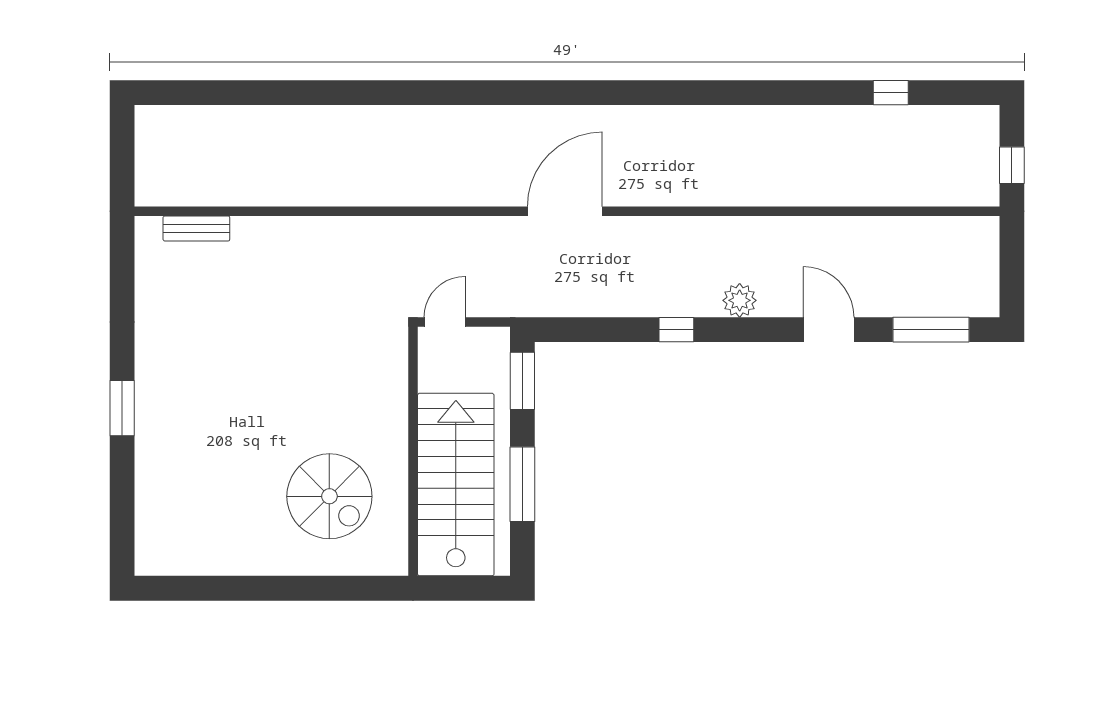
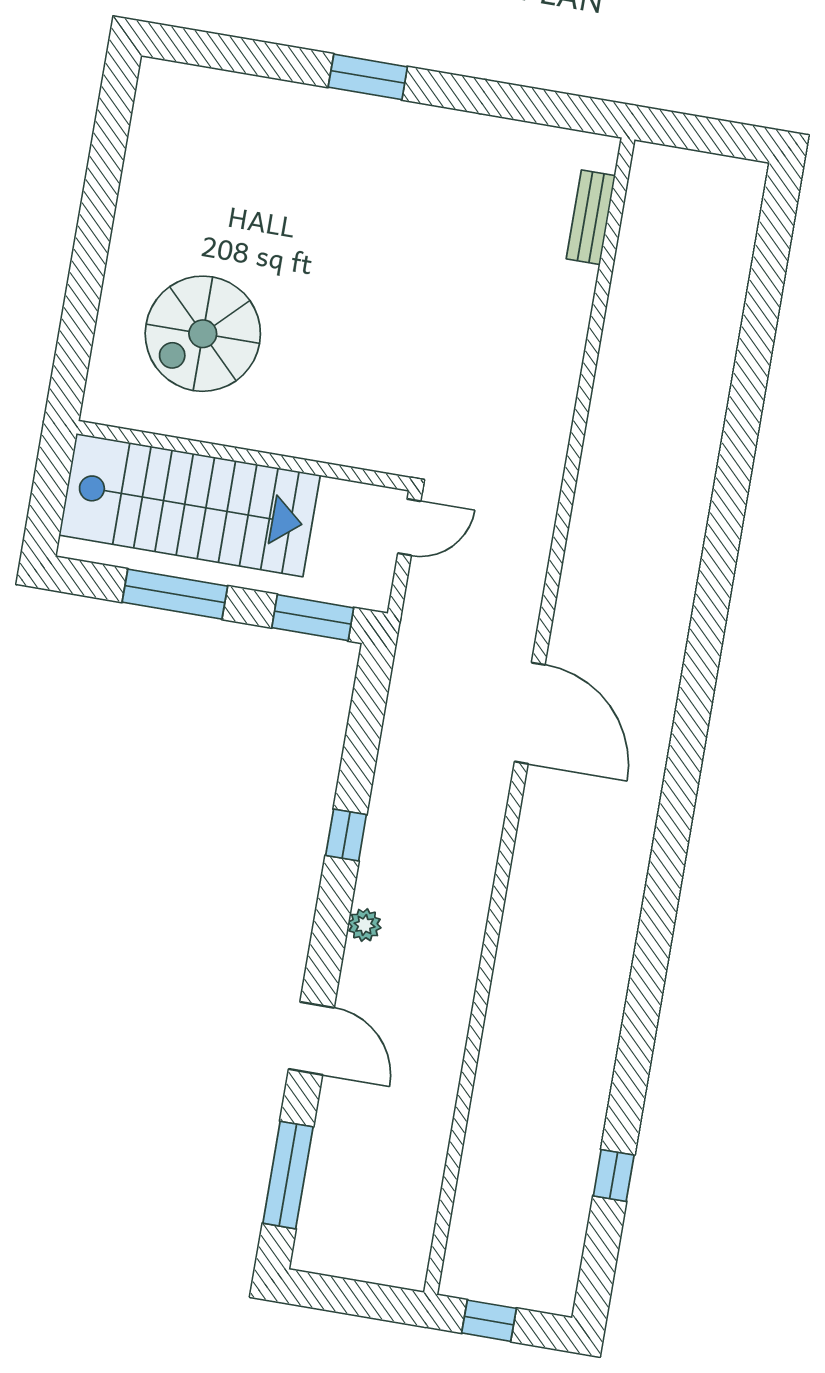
plant: (740, 300) -> (365, 925), width x0.73, depth x0.73
door: (445, 322) -> (409, 527), hinge flipped
door: (829, 330) -> (311, 1038), hinge flipped

